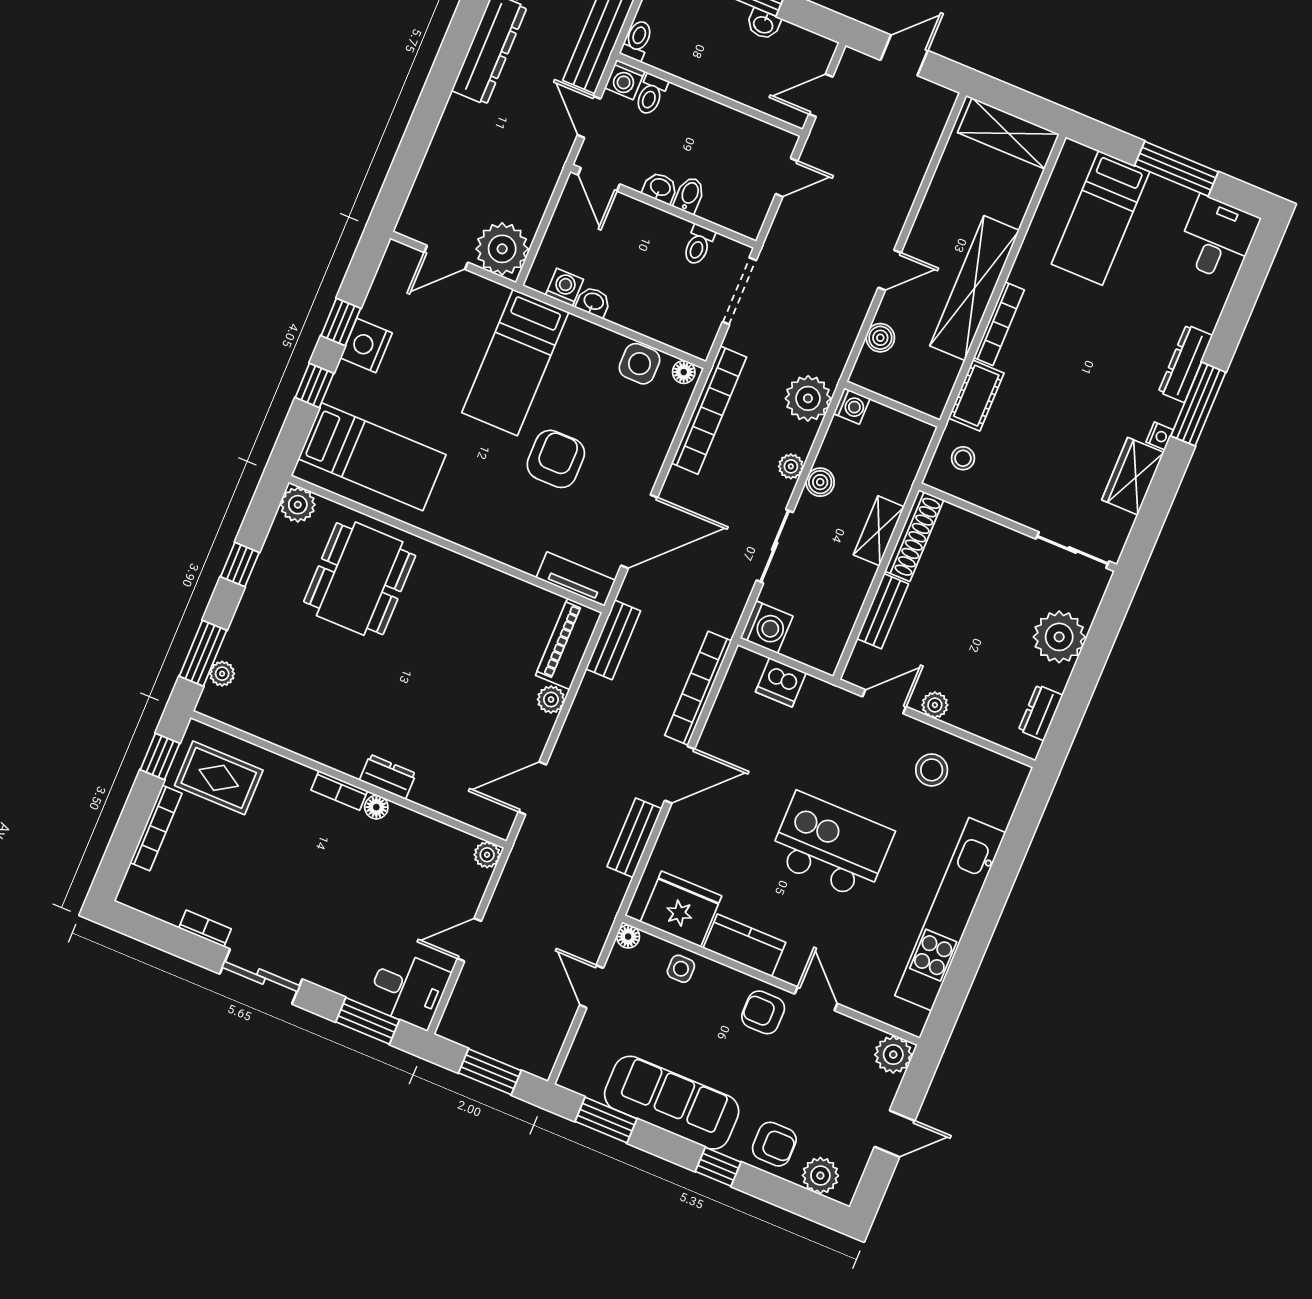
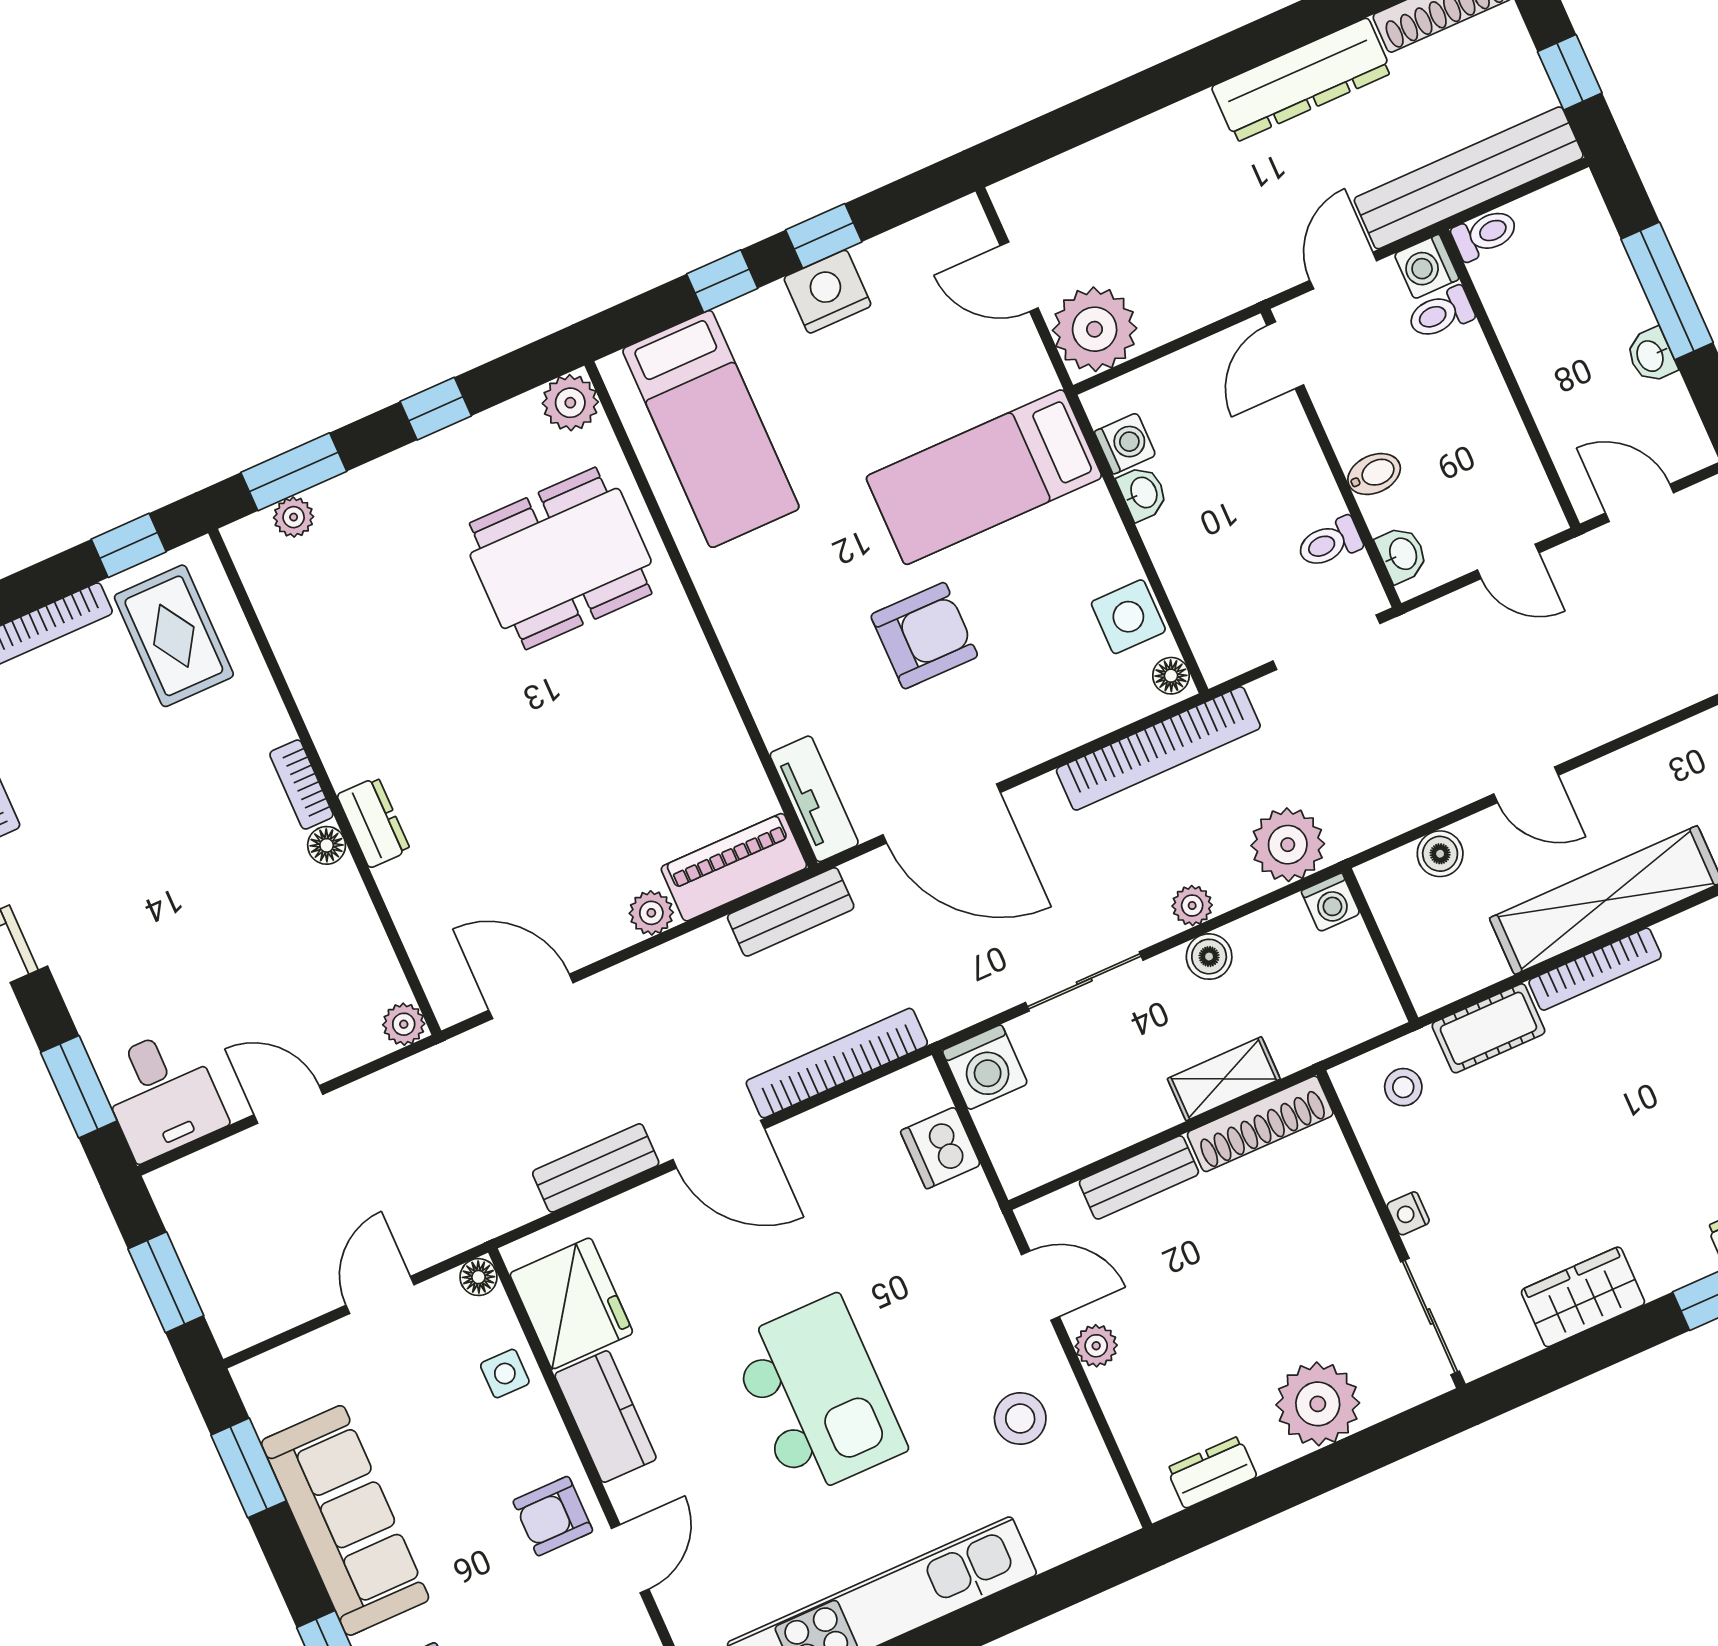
washbasin: (660, 188) -> (1402, 554), moved
nightstand: (1160, 436) -> (1408, 1213), moved, turned 90
armchair: (763, 1012) -> (553, 1516), turned -90

